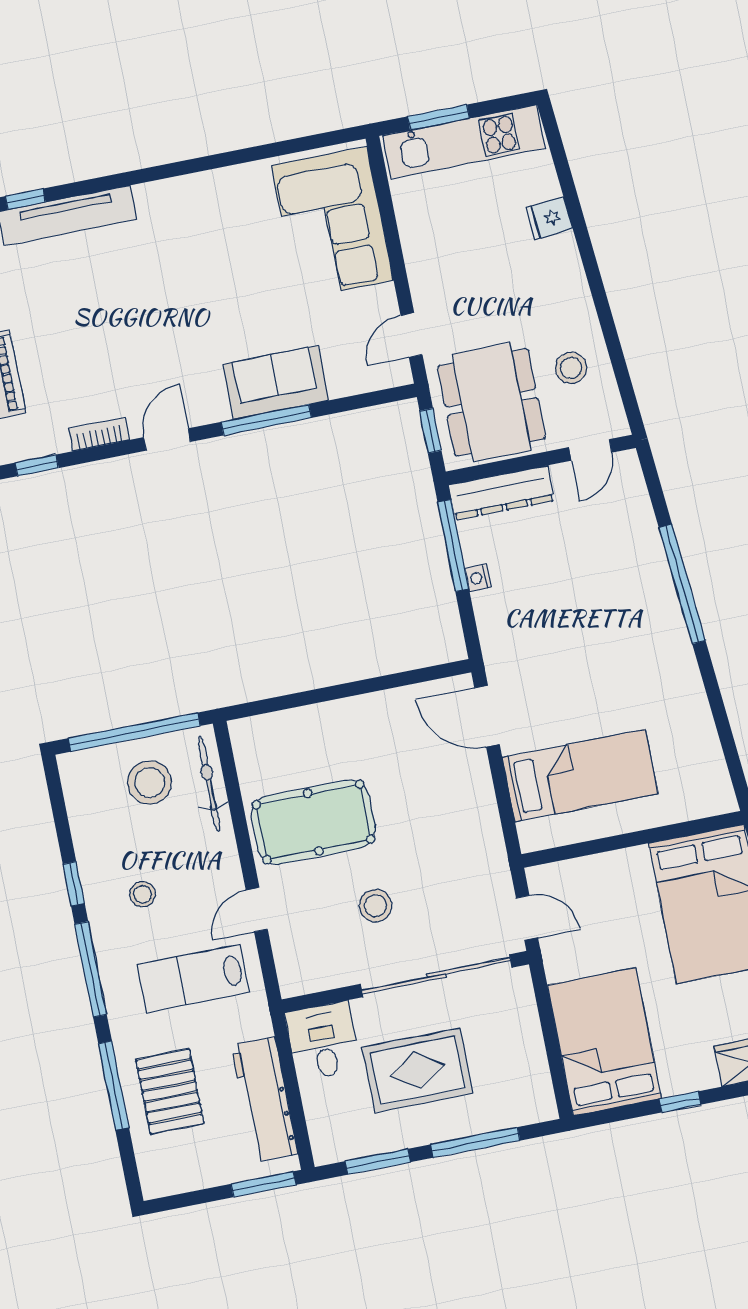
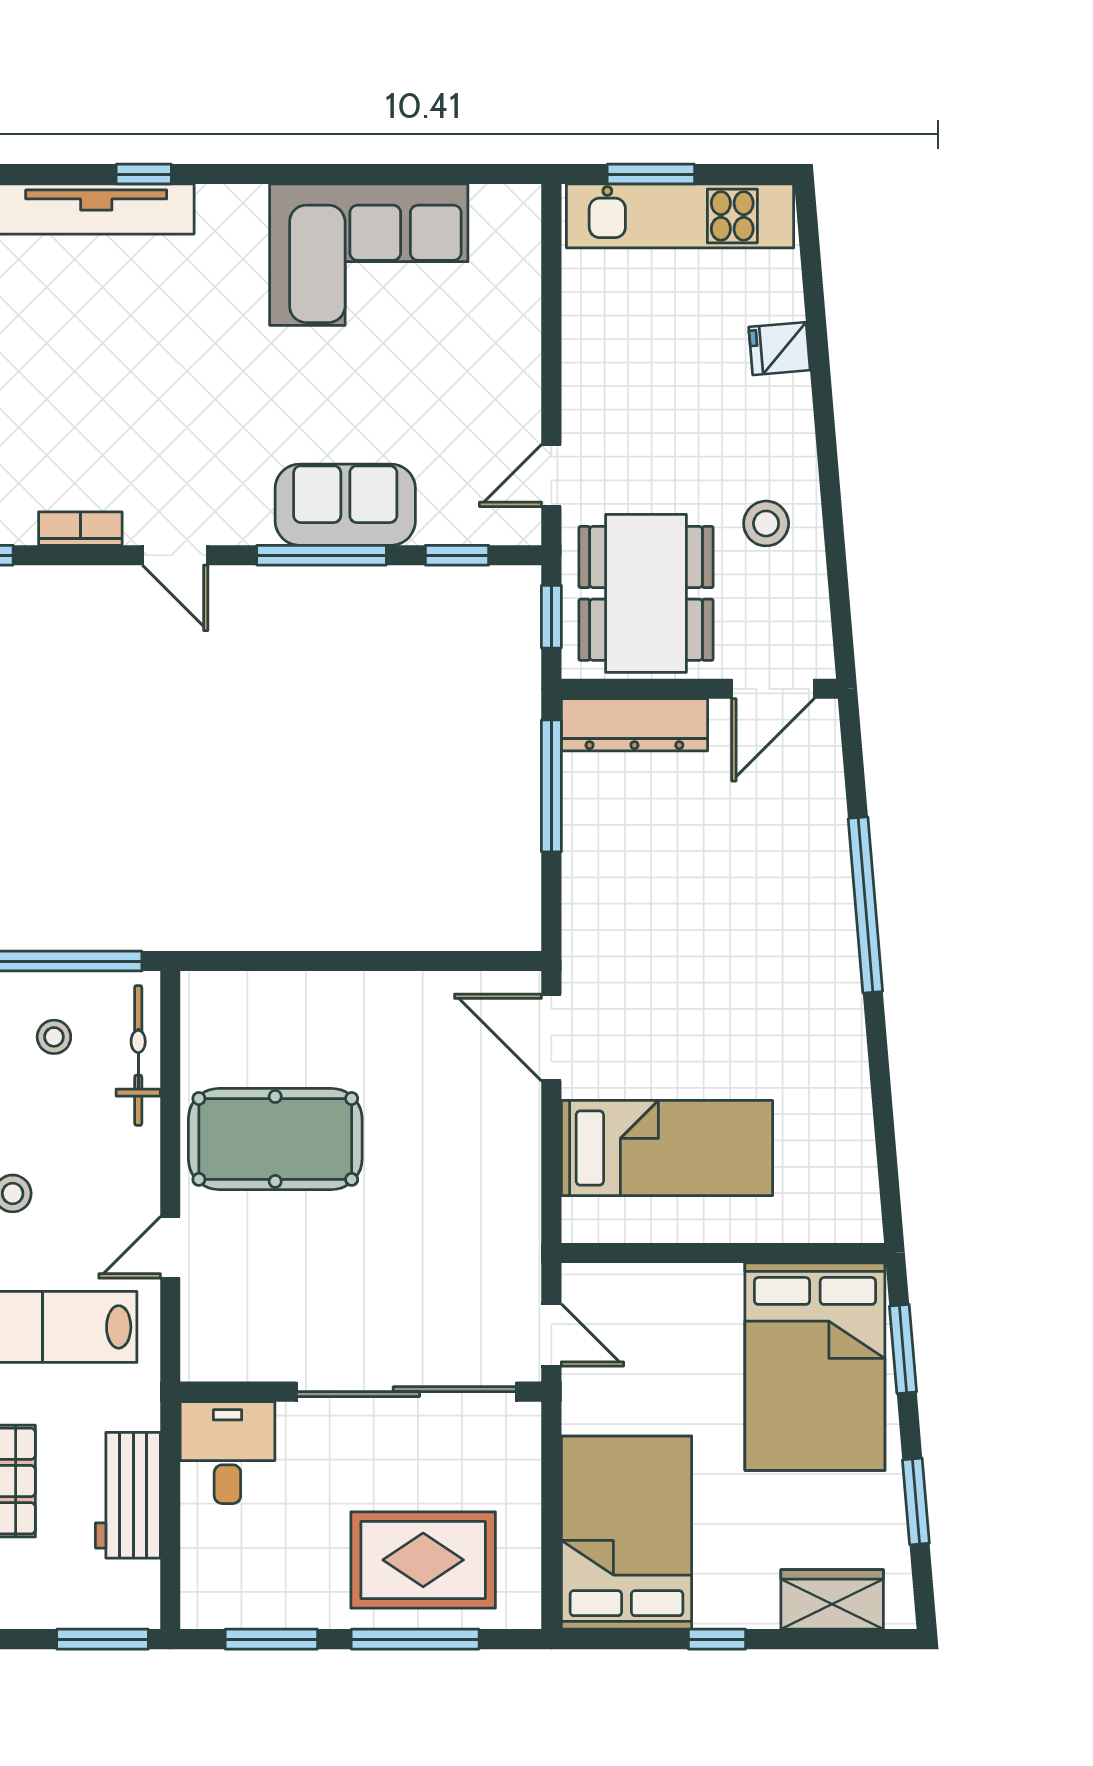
window: (25, 199) -> (144, 174), moved
corner sofa: (332, 223) -> (369, 255), moved, turned -90
stool: (571, 368) -> (766, 523), moved
window: (358, 402) -> (457, 555), added
door: (167, 440) -> (175, 555), swing flipped
door: (590, 450) -> (773, 689), width x1.38
nightstand: (478, 578) -> (577, 839), removed
stool: (150, 783) -> (54, 1037), width x0.53, depth x0.53
stool: (375, 906) -> (340, 1275), removed
rug: (418, 1070) -> (423, 1560), moved
workbench: (264, 1099) -> (128, 1495), width x0.73

